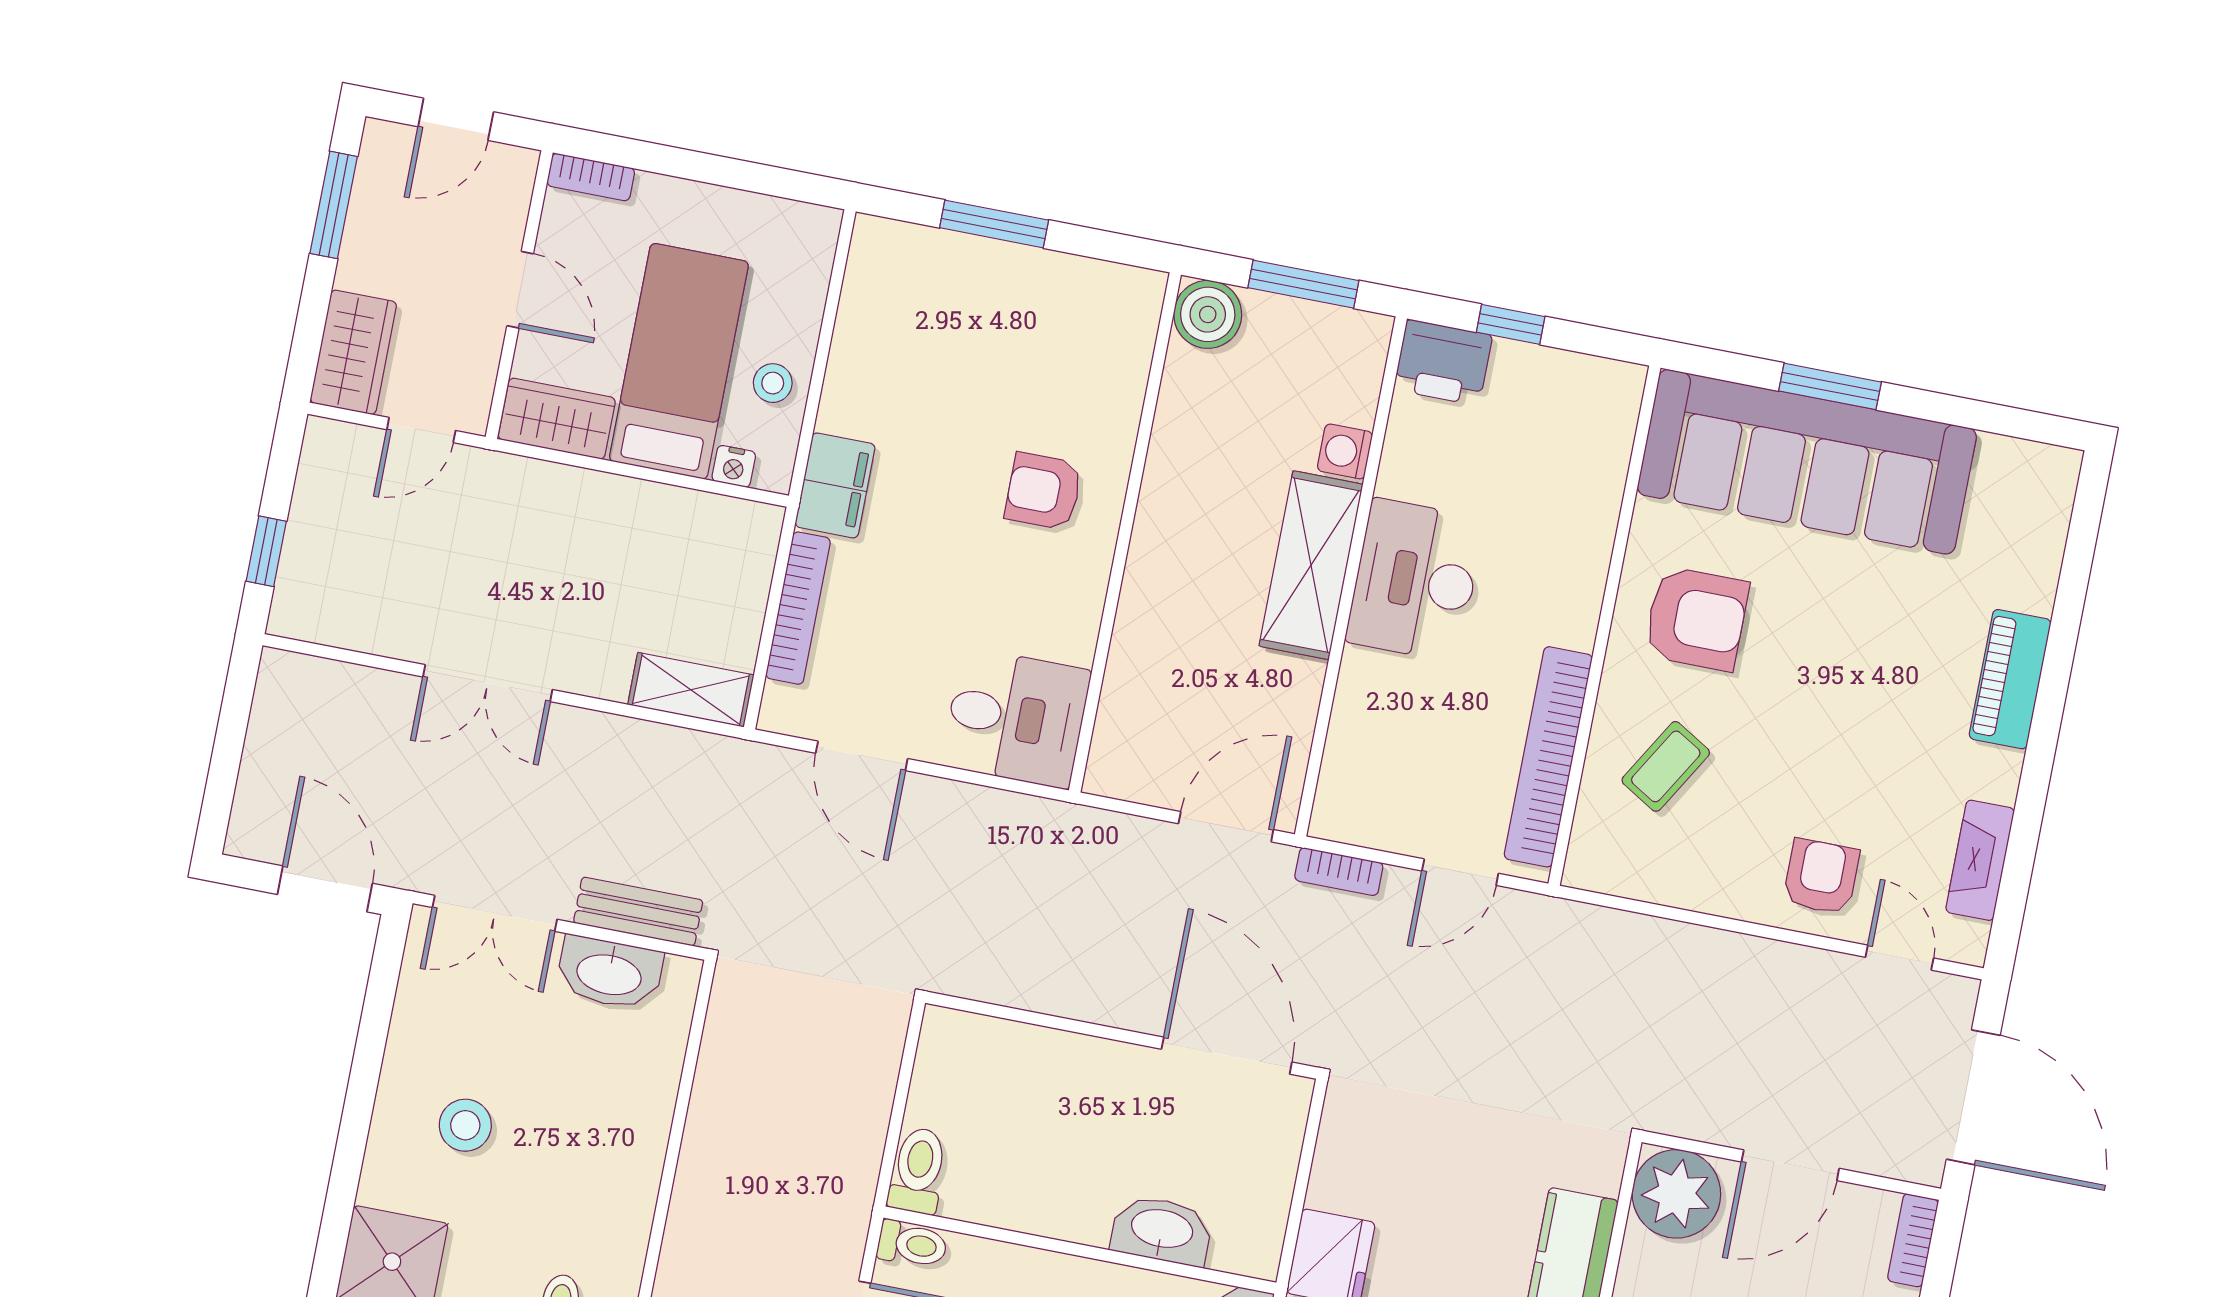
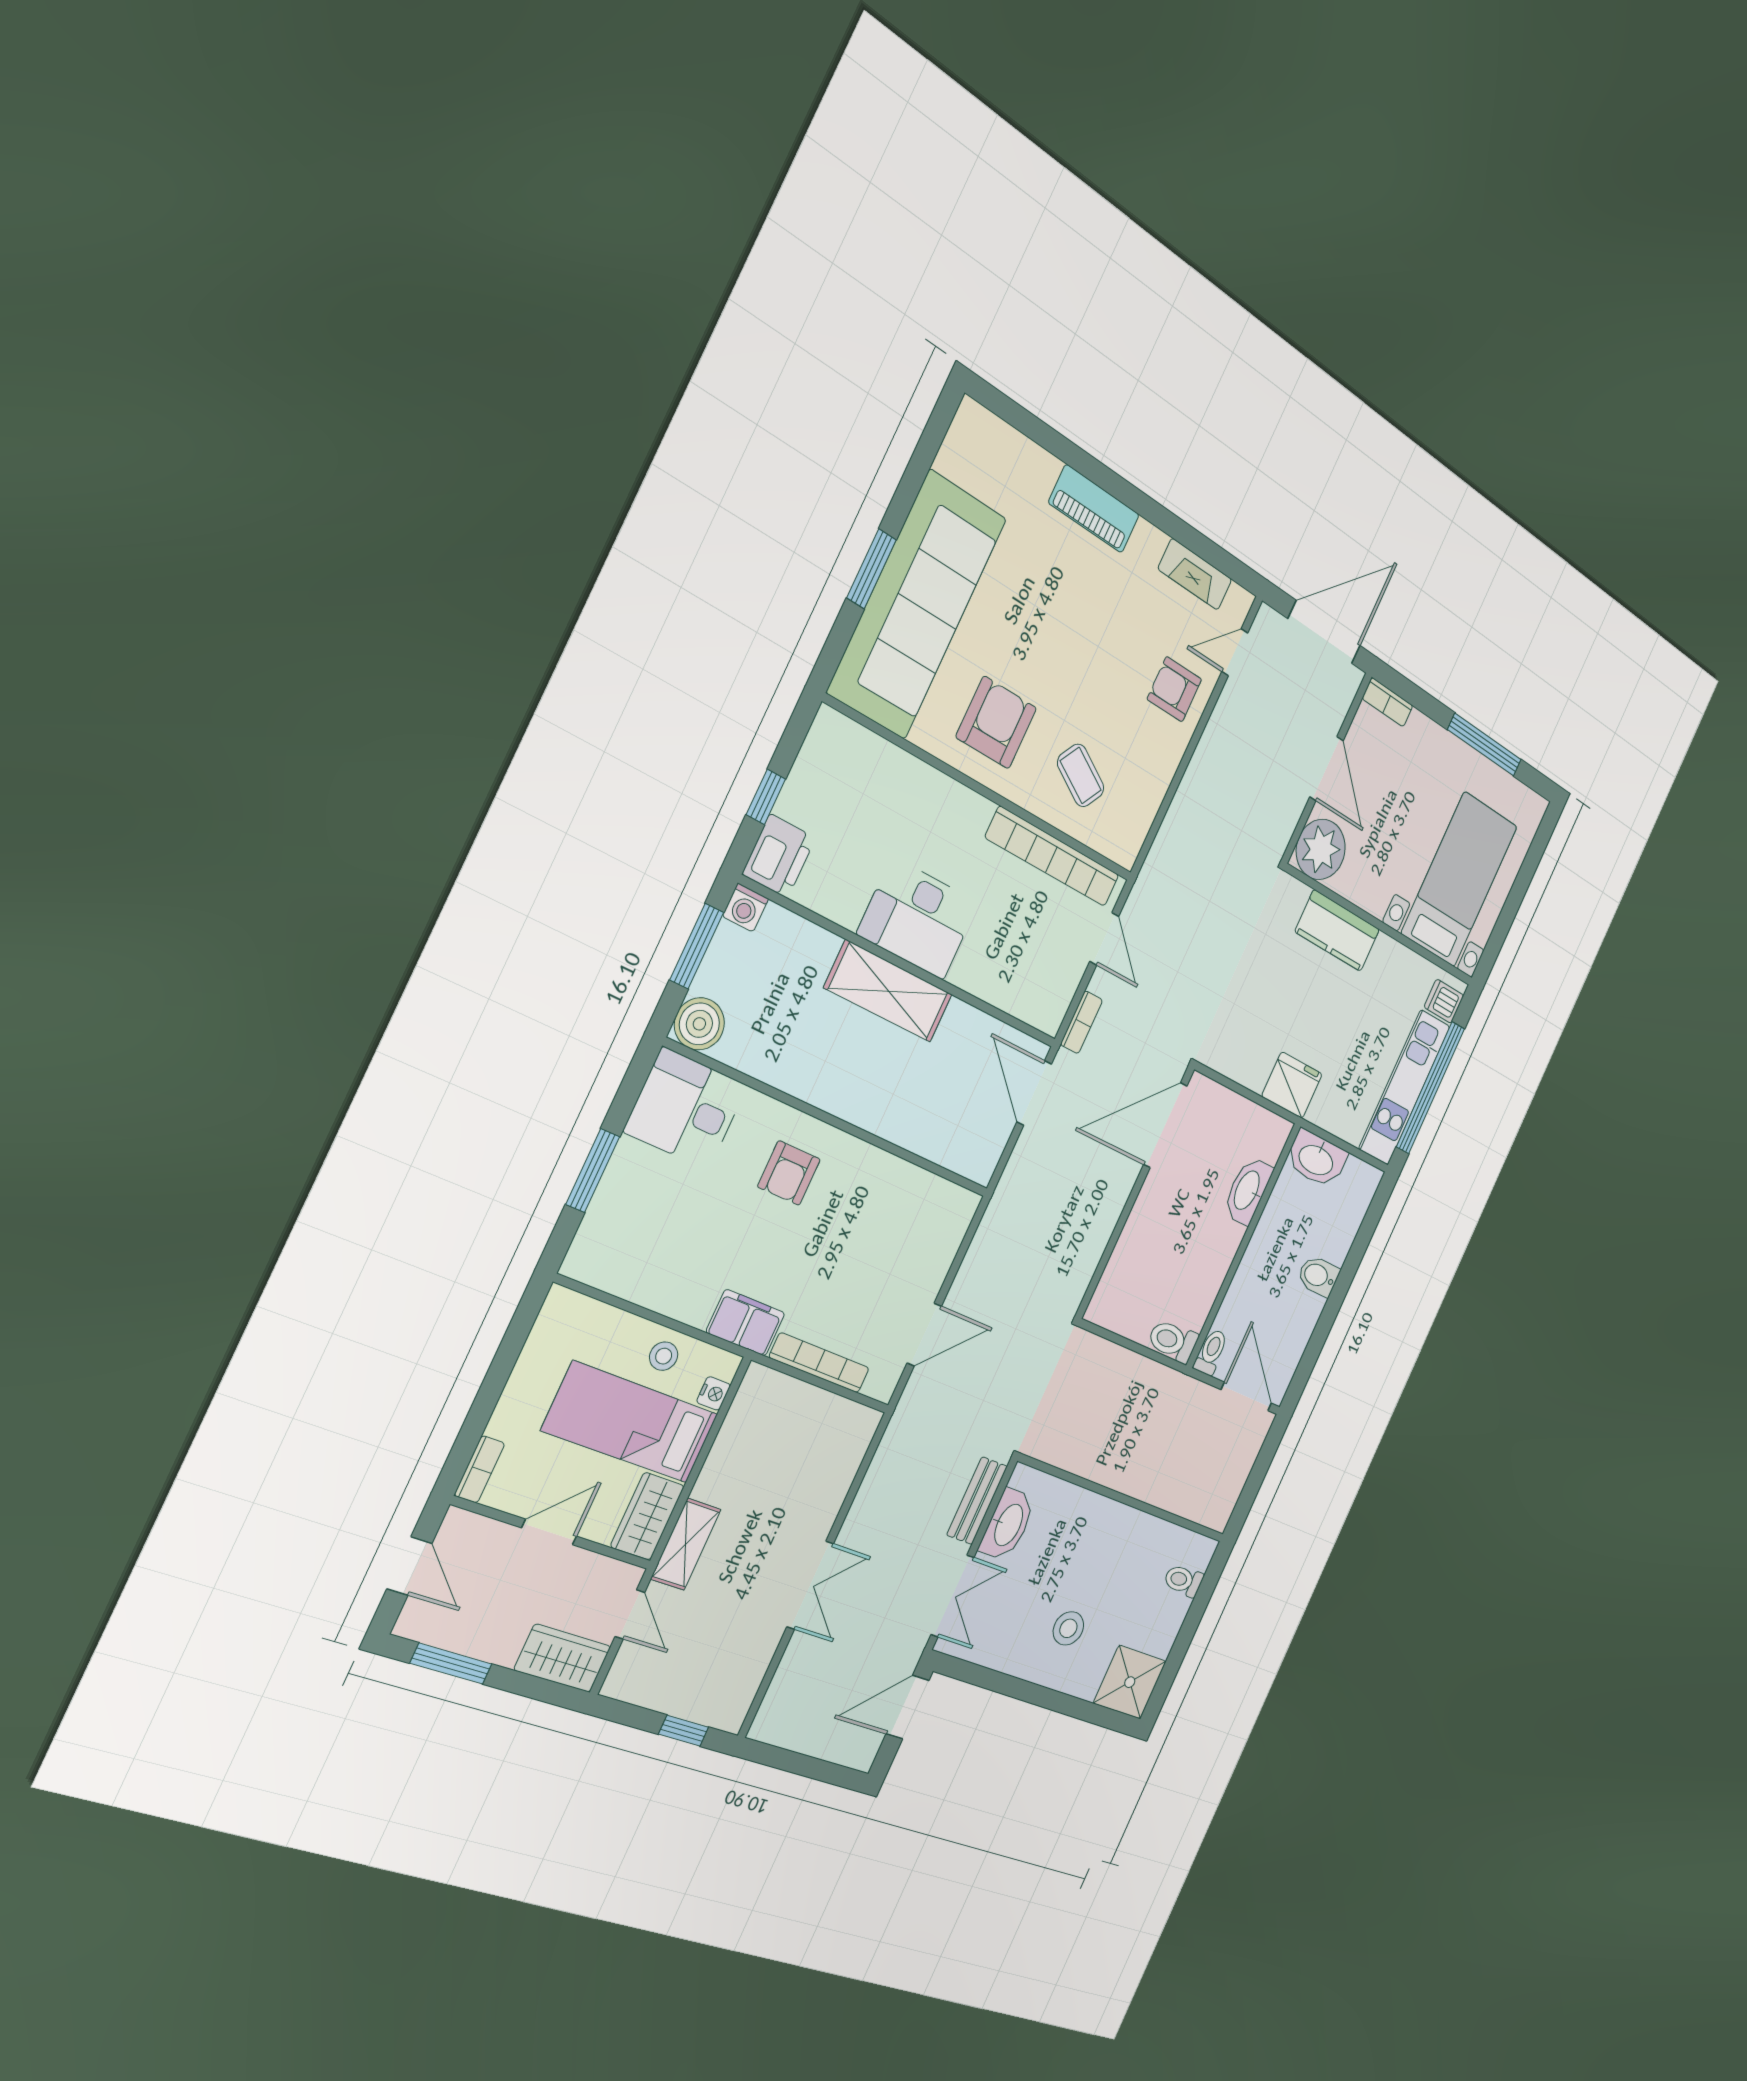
washing machine: (1345, 451) -> (745, 907), moved
shelving: (691, 690) -> (686, 1544), moved
desk: (1016, 718) -> (686, 1109), moved, turned -90

